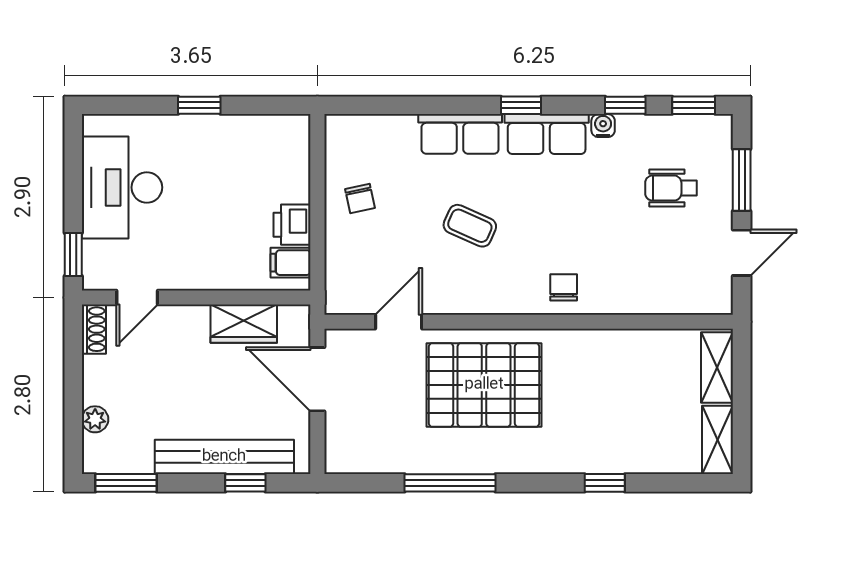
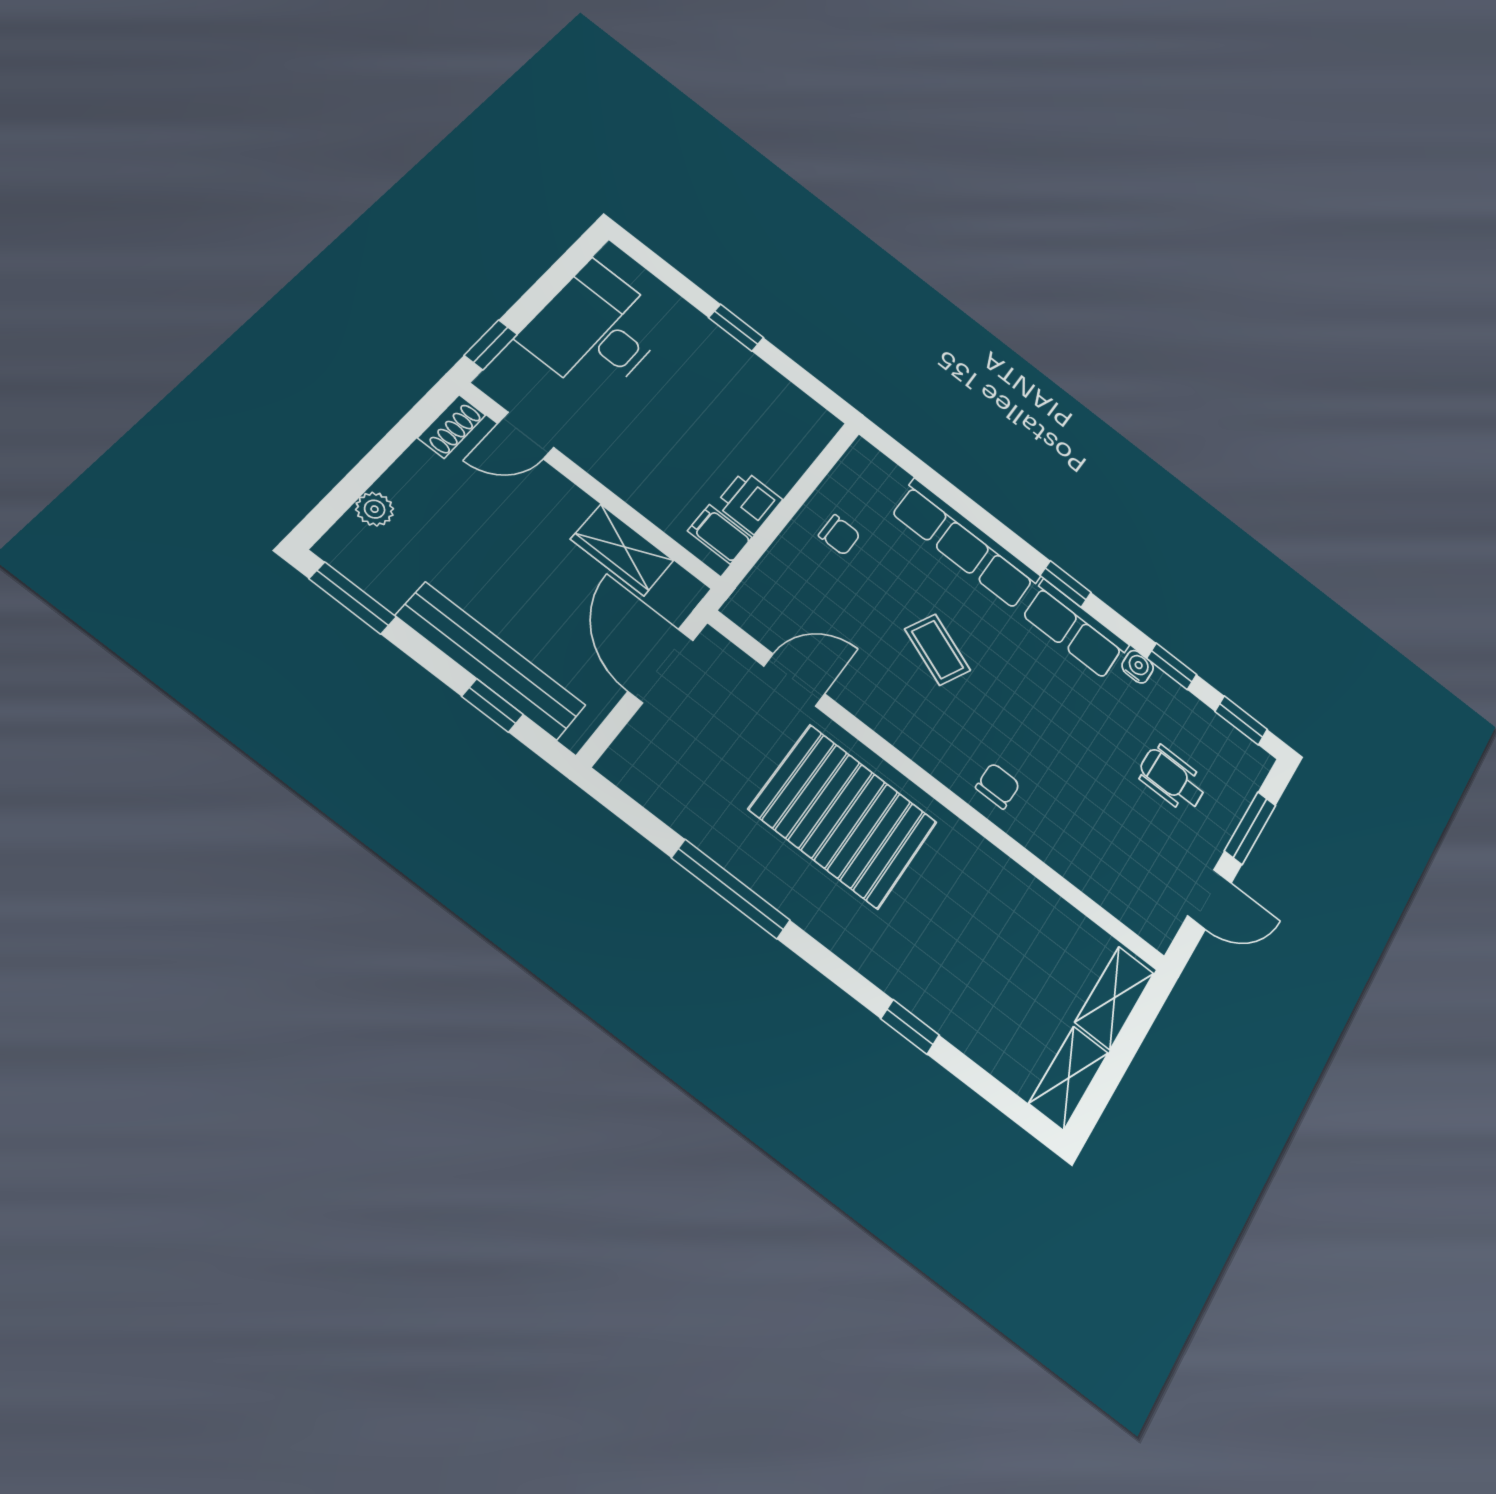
row of seats: (460, 134) -> (965, 544), width x1.48
chair: (360, 199) -> (839, 535), turned -78

